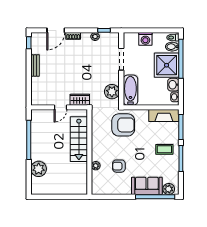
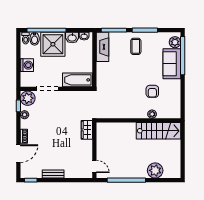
door: (56, 30) -> (18, 154), hinge flipped
plant: (112, 92) -> (28, 98), moved
door: (61, 107) -> (94, 166), moved
armchair: (123, 125) -> (112, 87), removed
stairs: (79, 139) -> (158, 131), moved

